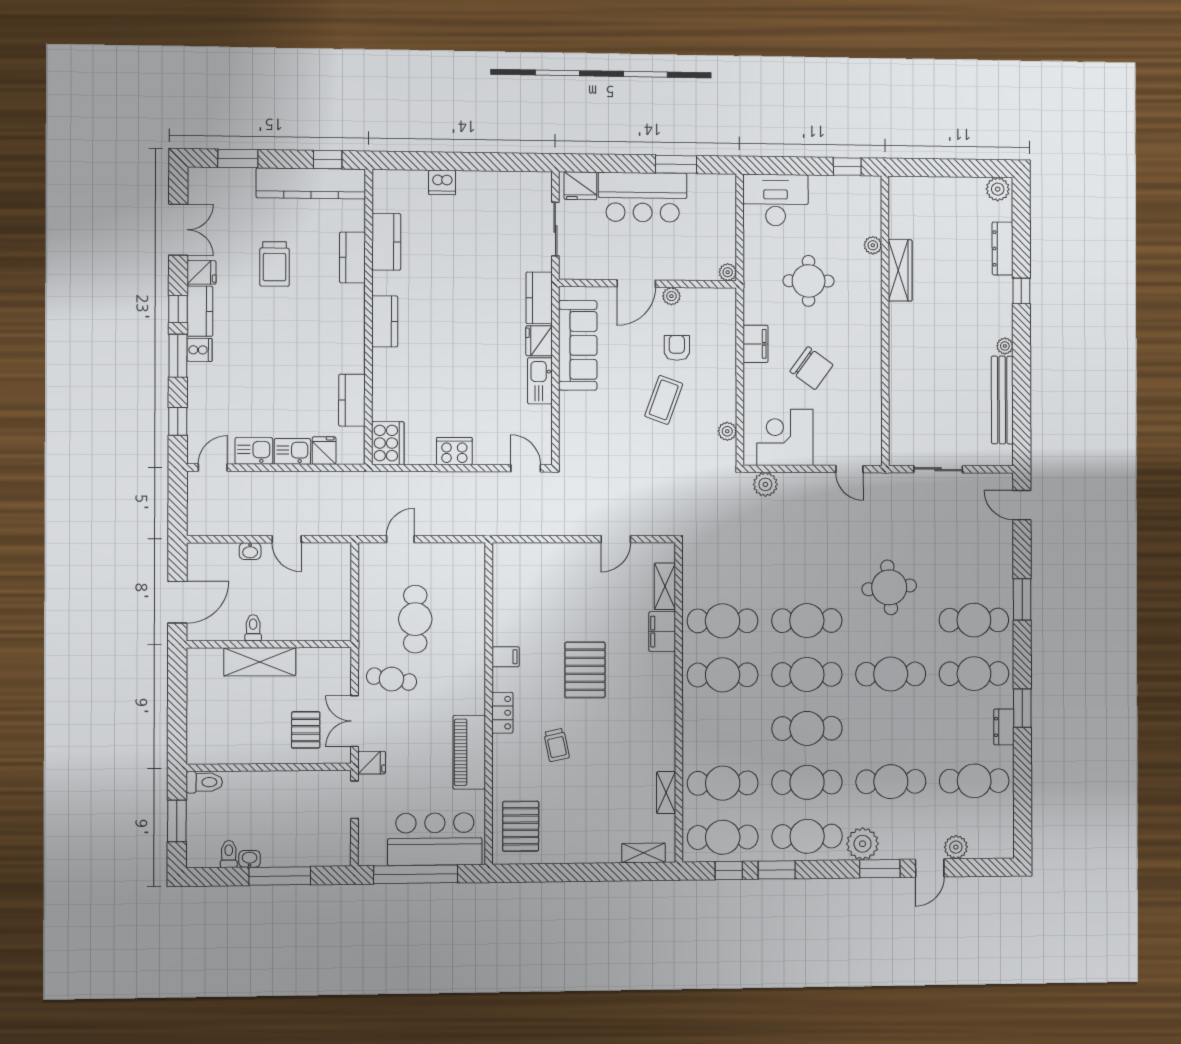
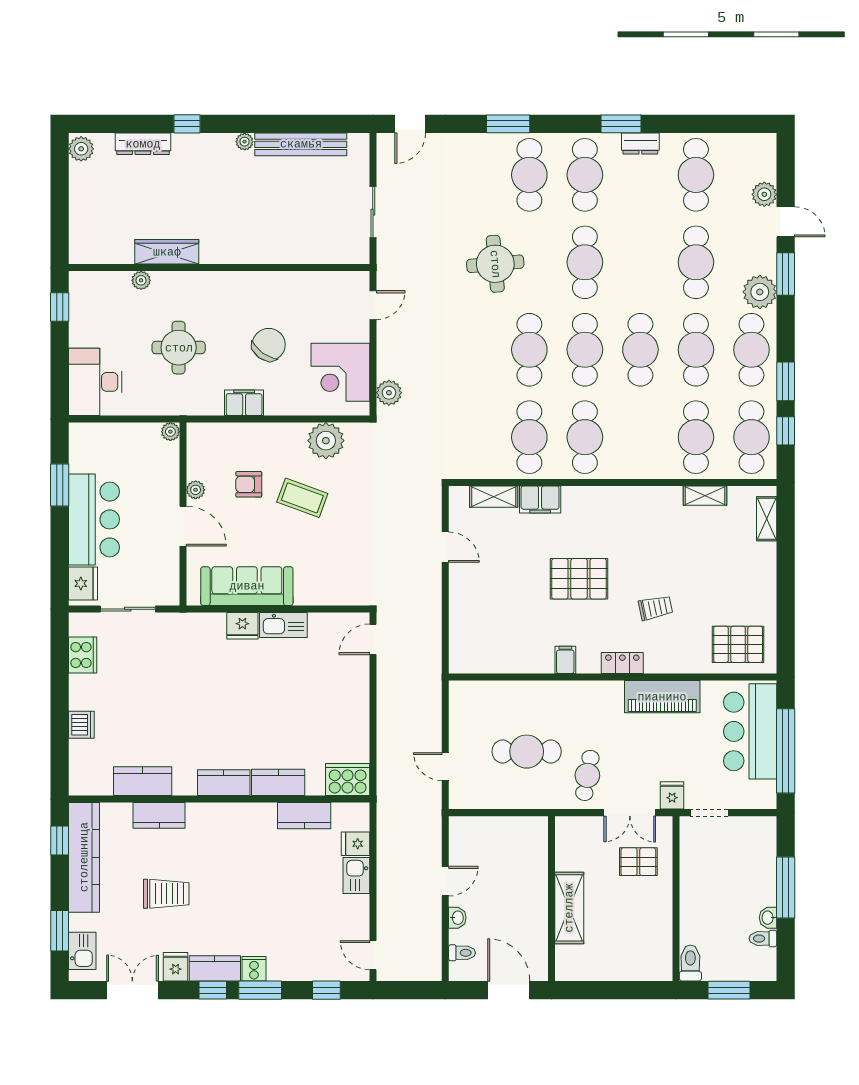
kitchen counter: (539, 298) -> (278, 782), moved, turned 180
plant: (727, 431) -> (326, 441), width x1.88, depth x1.88
kitchen sink: (254, 451) -> (82, 951), moved, turned 180
cooker: (454, 451) -> (83, 655), moved, turned 180
toilet: (253, 628) -> (462, 953), moved, turned 180

